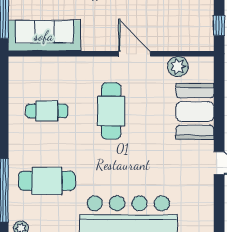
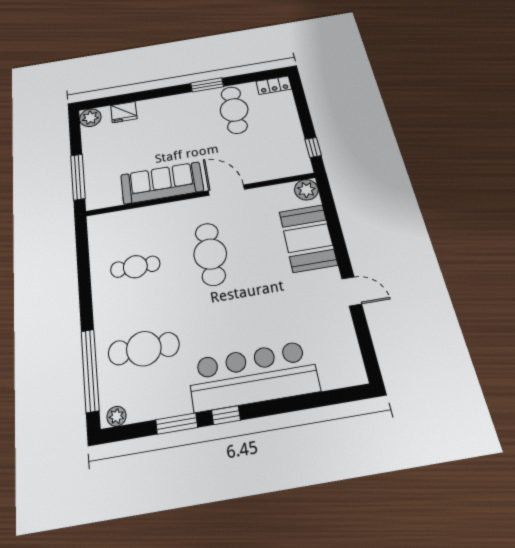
sofa: (44, 36) -> (162, 183), moved
plant: (178, 66) -> (306, 190), moved

